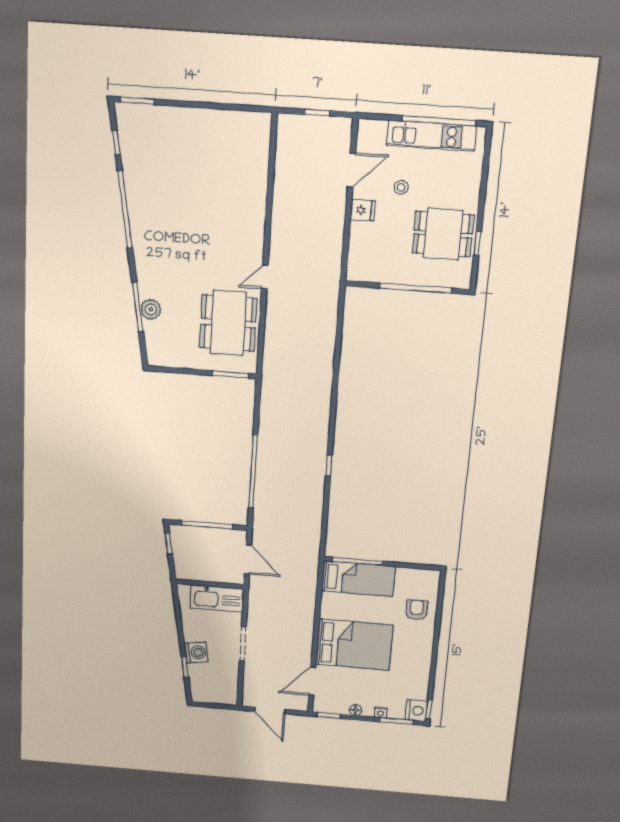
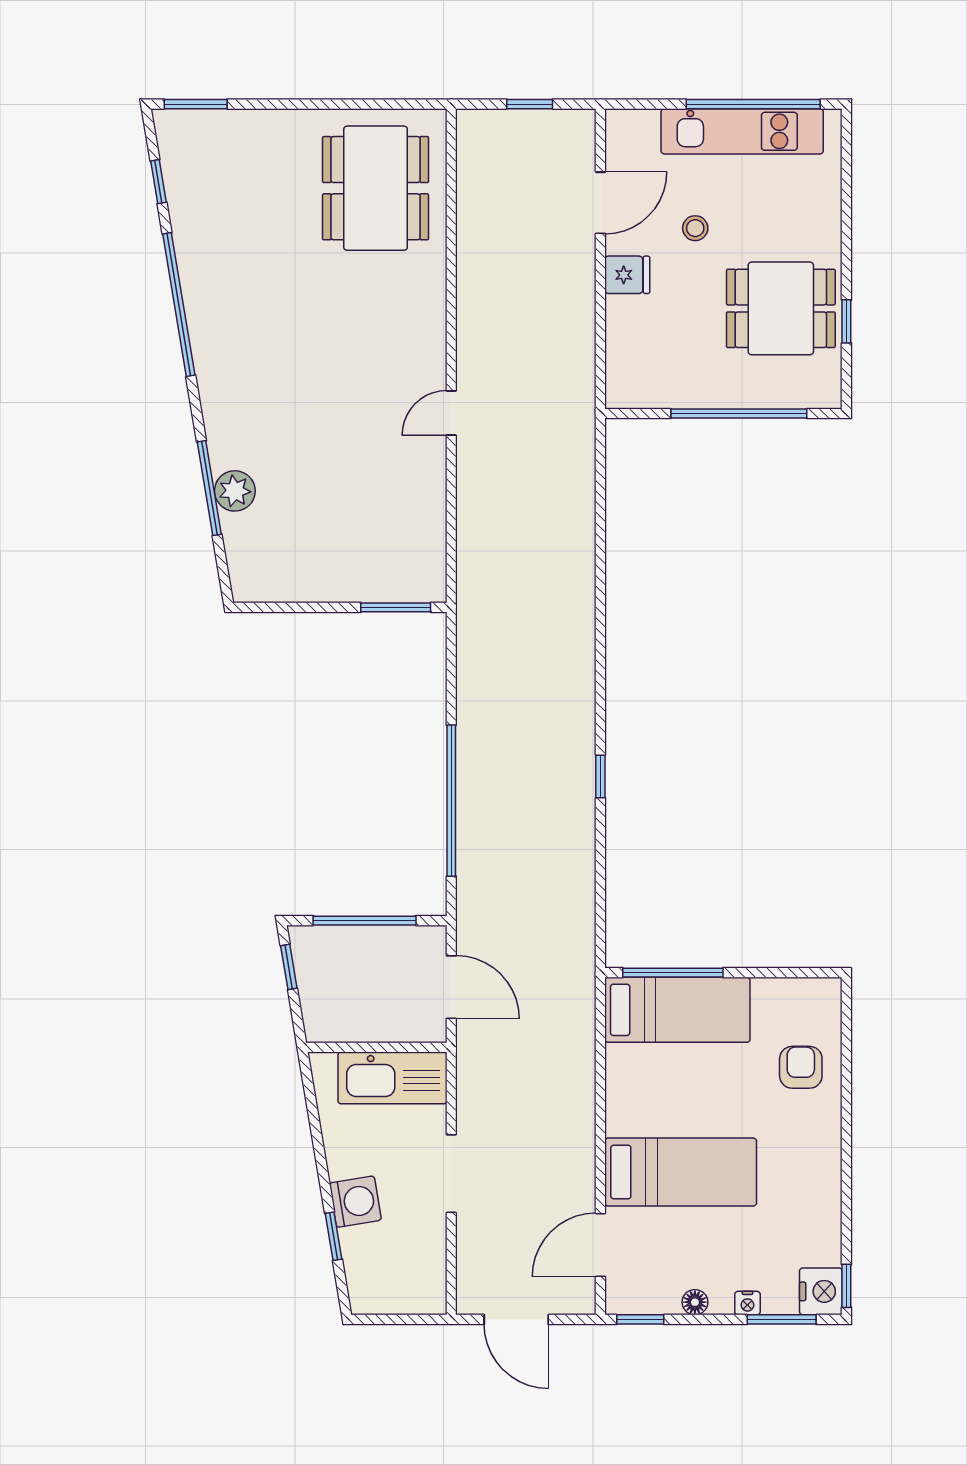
dining table: (228, 323) -> (376, 188), moved
bed: (354, 645) -> (681, 1172), width x0.67

